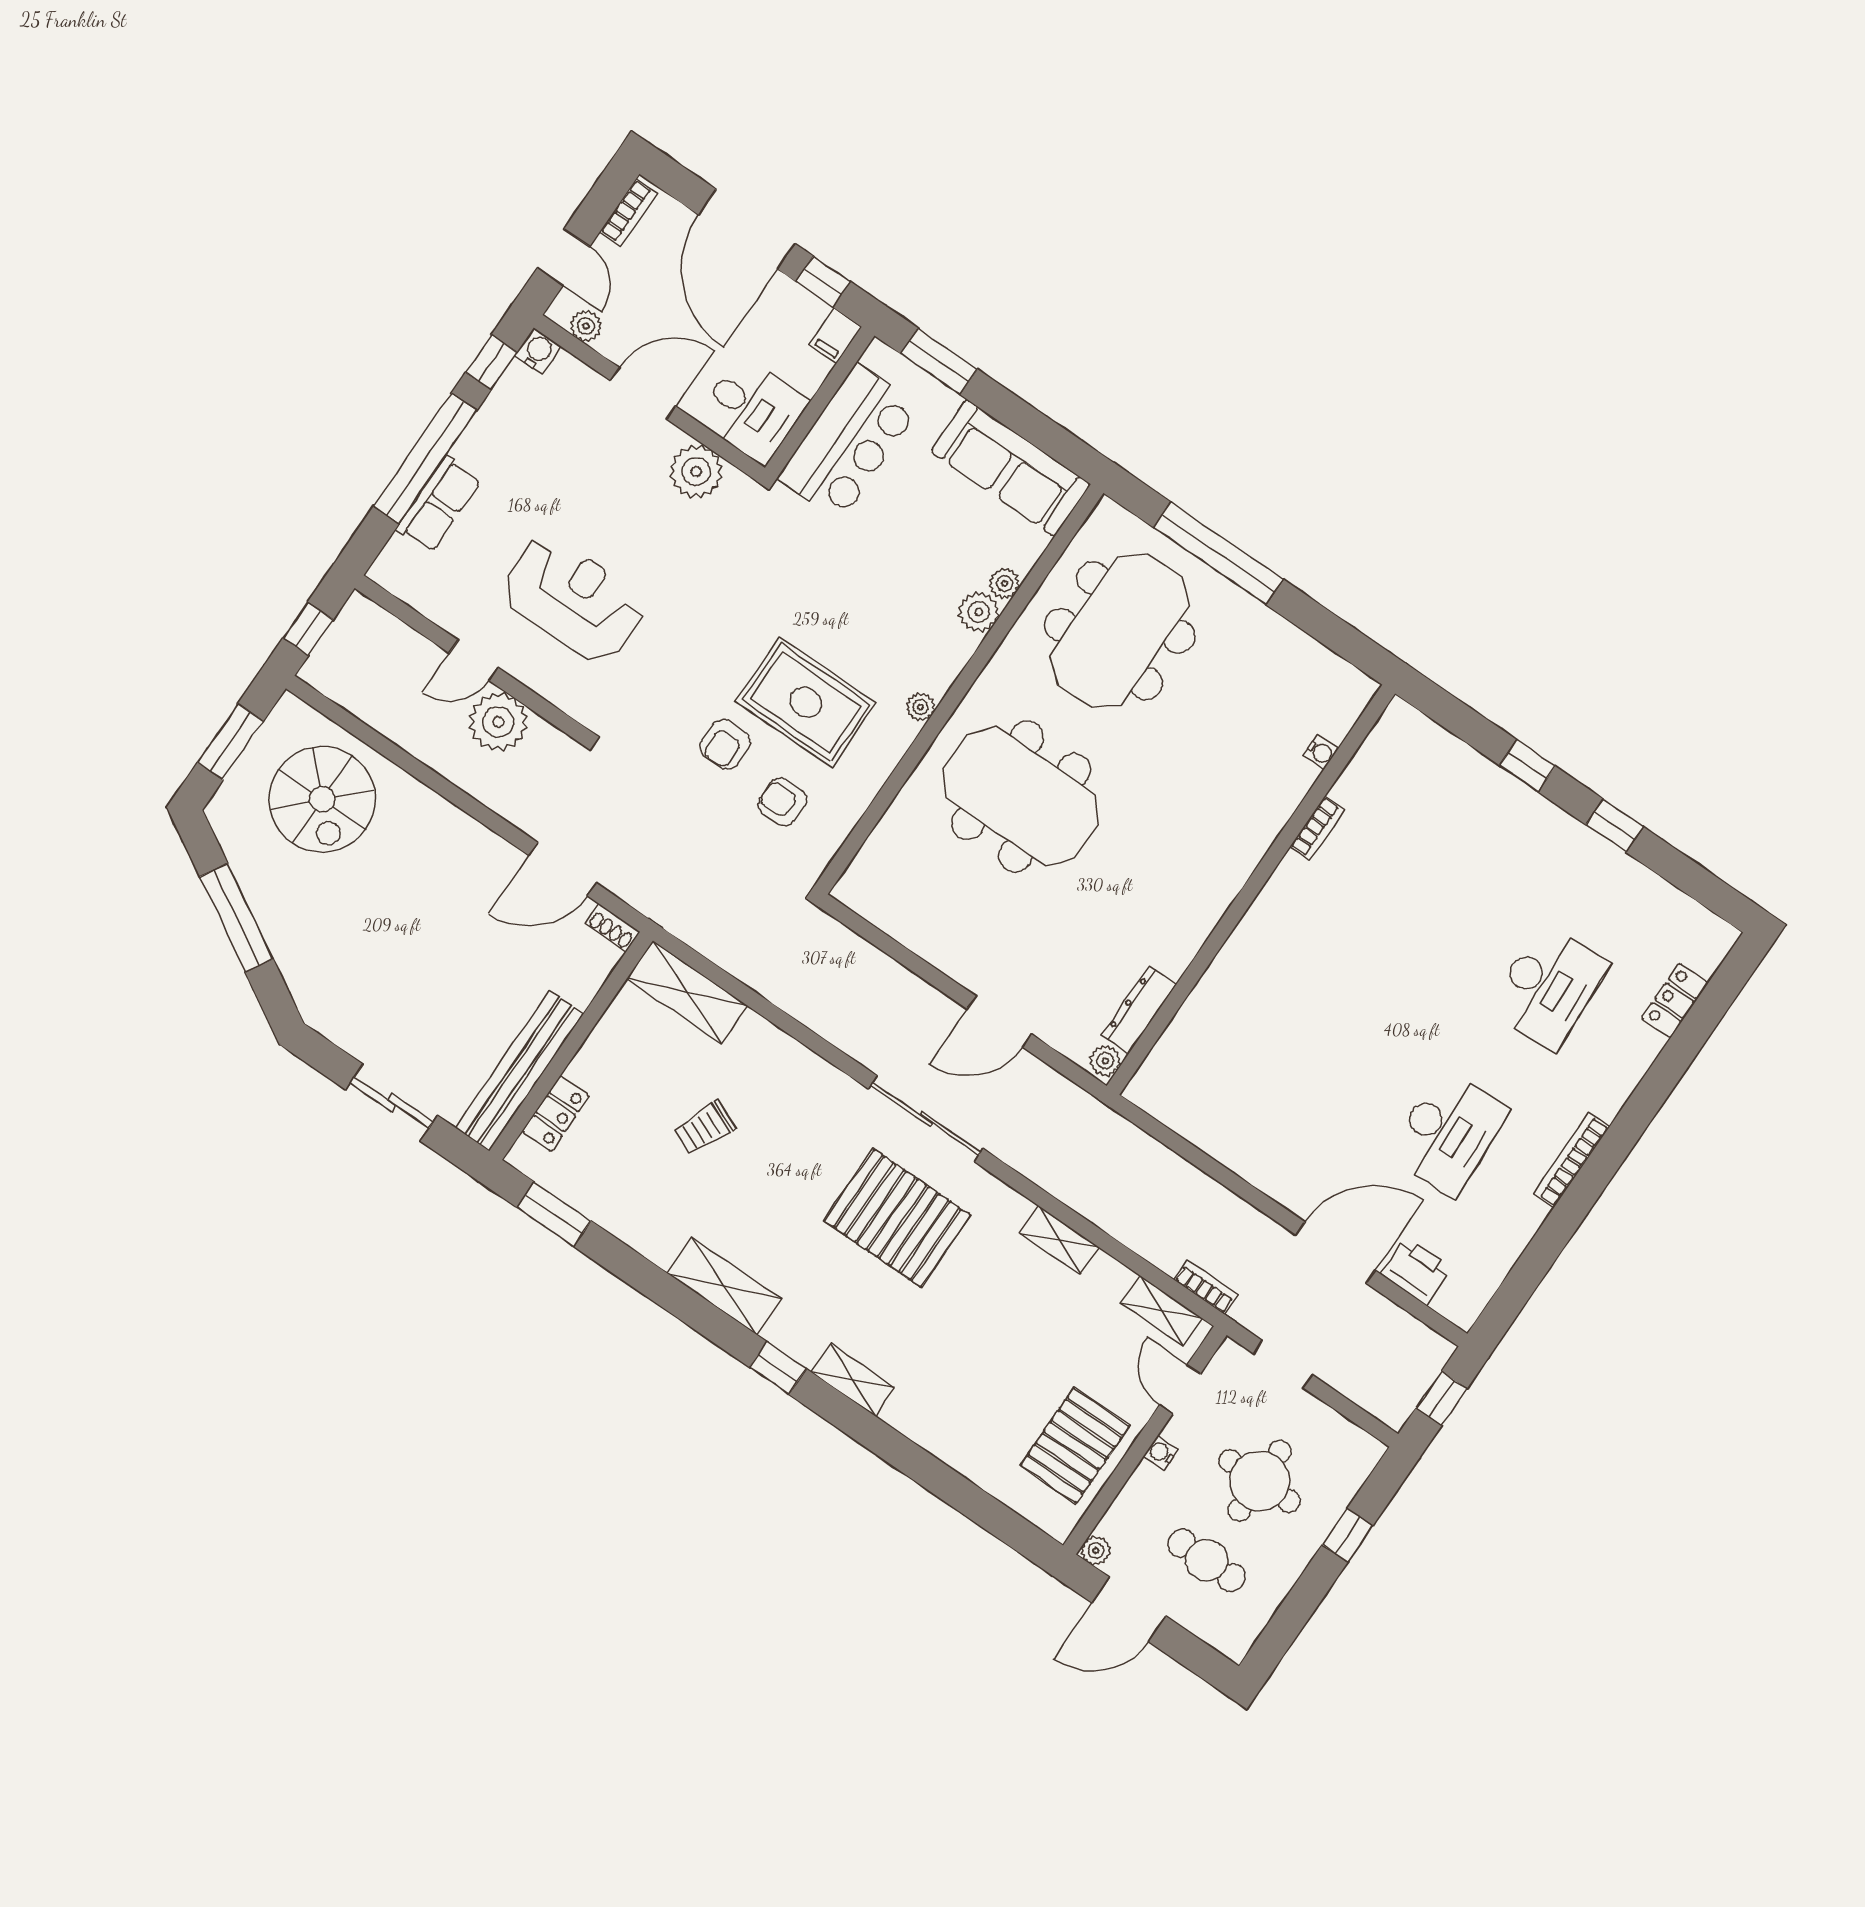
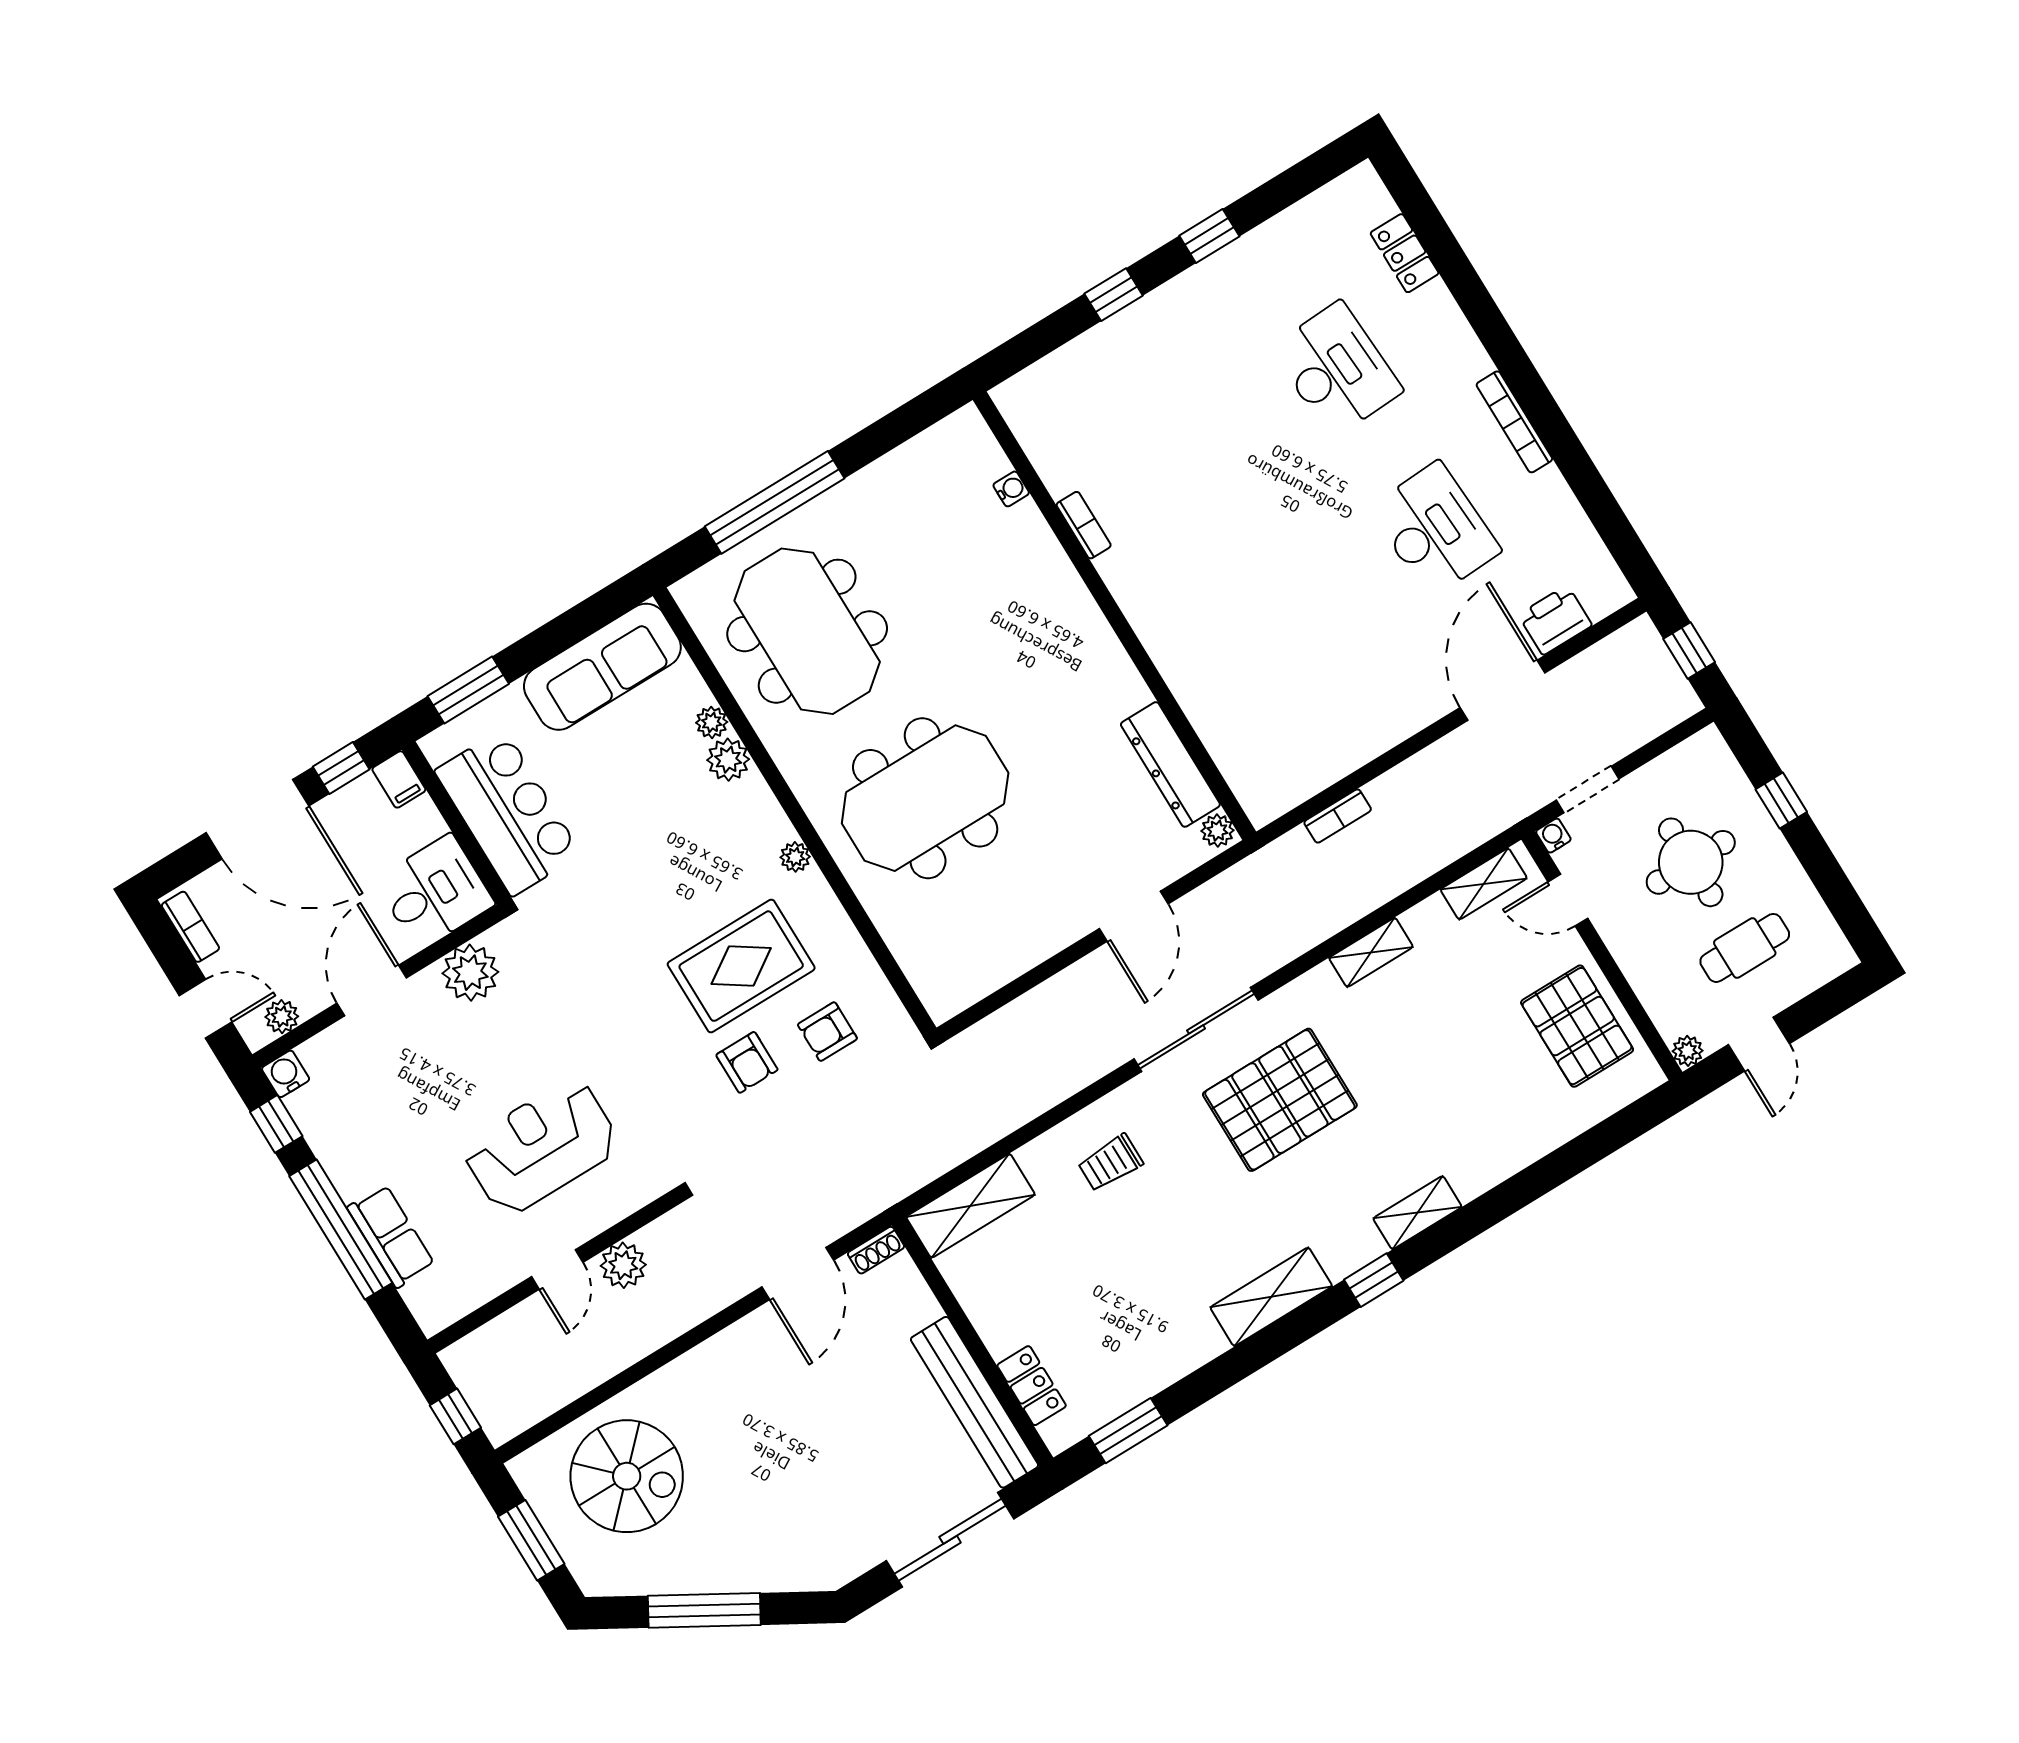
plant: (498, 722) -> (623, 1265), width x0.73, depth x0.73
dresser: (1139, 1010) -> (1170, 764), width x1.37, depth x1.24
sliding door: (392, 1103) -> (950, 1540), width x1.37
trolley: (705, 1128) -> (1110, 1163), moved, turned 66
bookcase: (1206, 1287) -> (1338, 816), moved, turned 180
water cooler: (1161, 1453) -> (1553, 836), moved, turned 90
door: (1129, 1609) -> (1759, 1044), width x0.73

